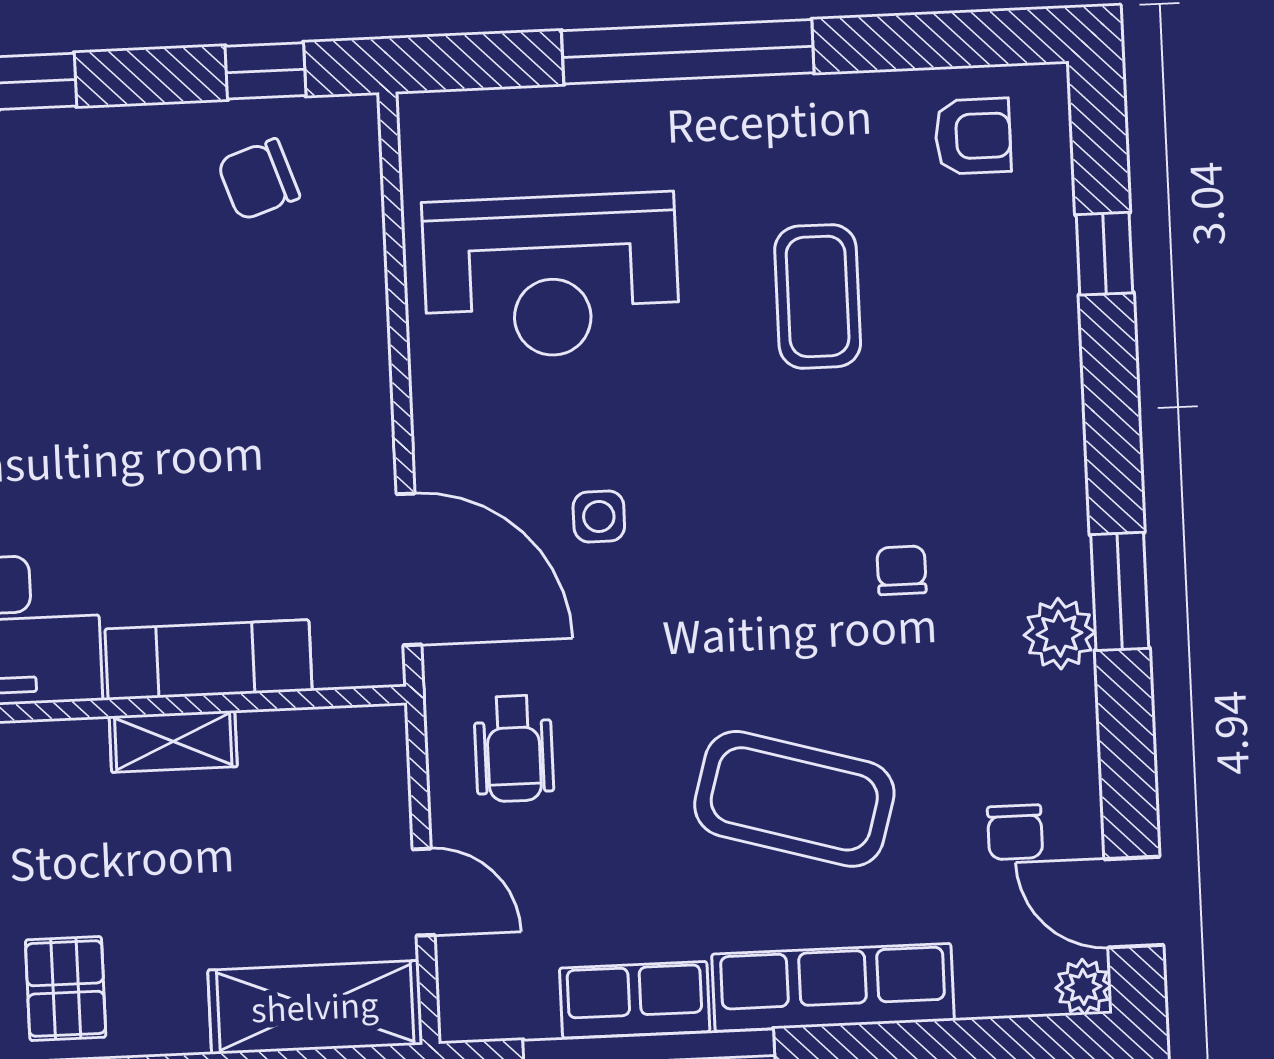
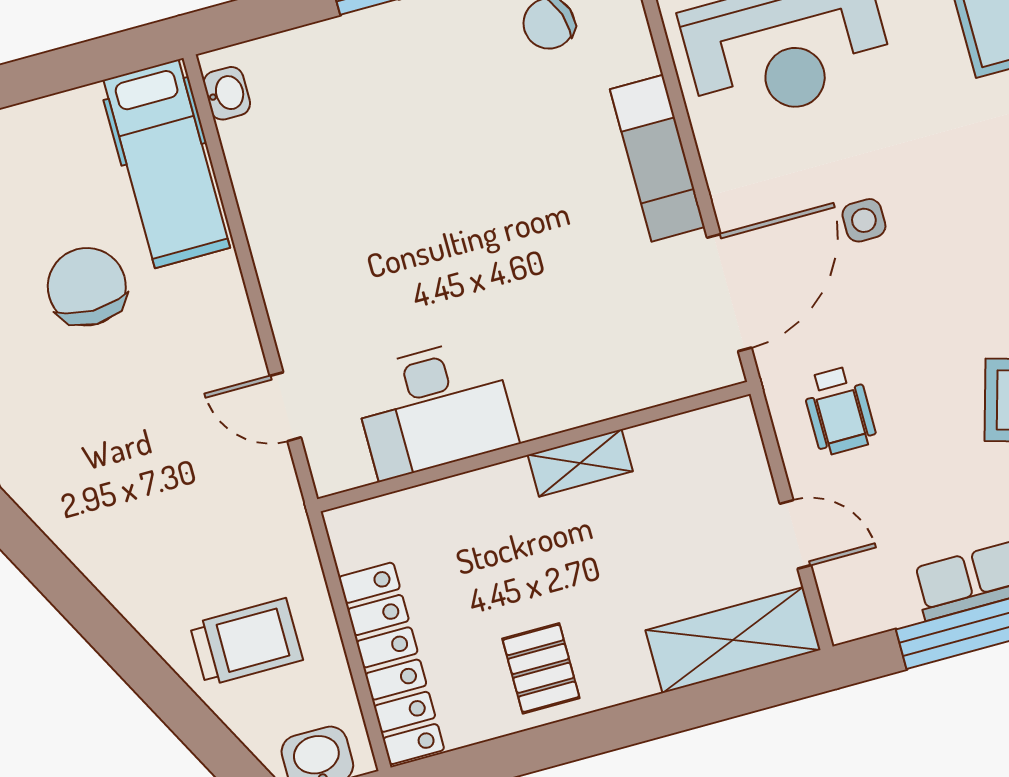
door: (409, 569) -> (729, 293), hinge flipped
exam couch: (208, 660) -> (657, 158), moved, turned -90

